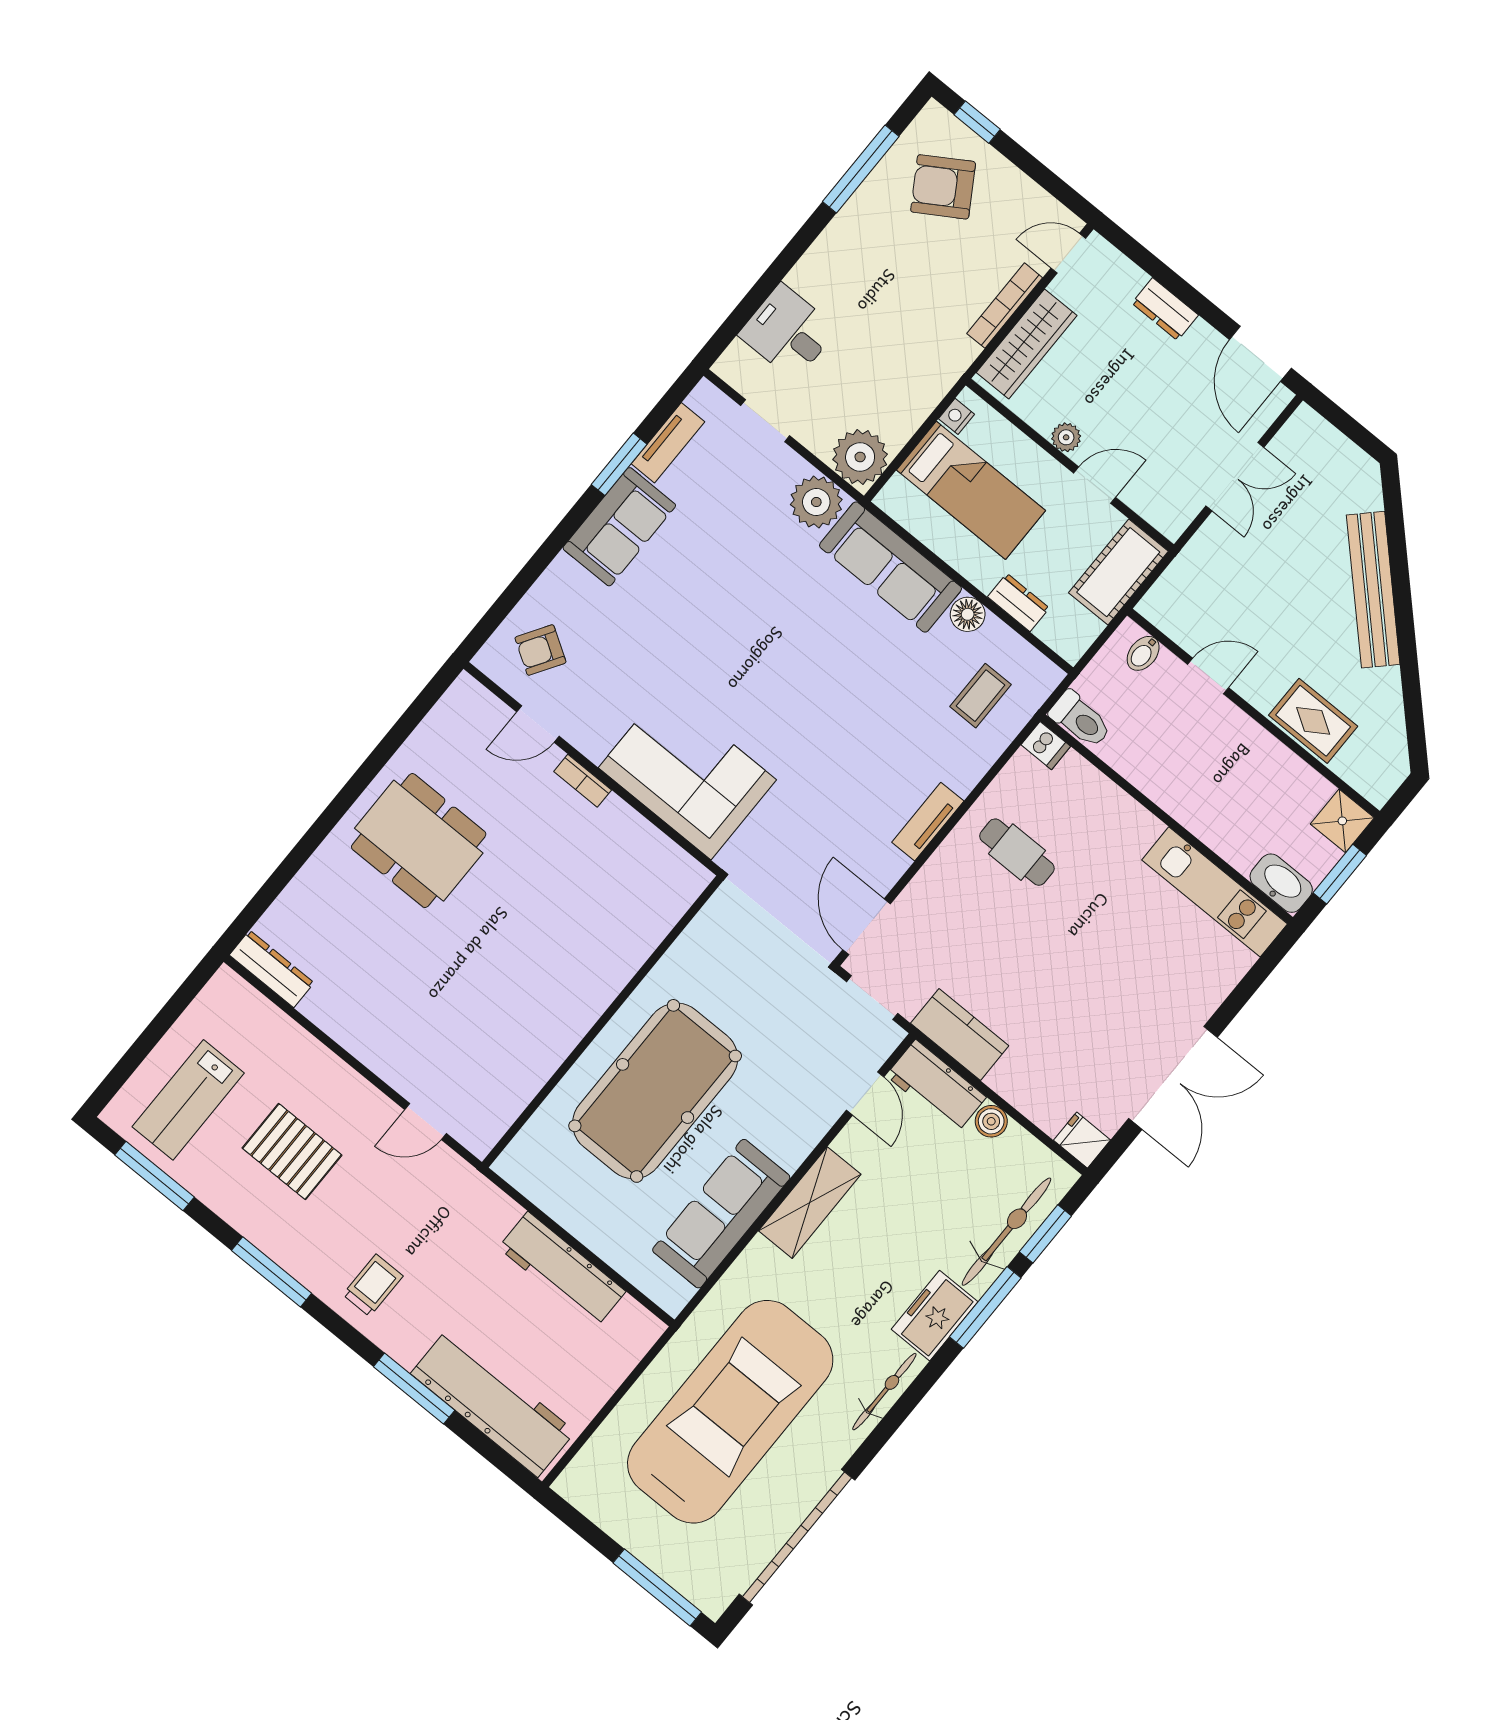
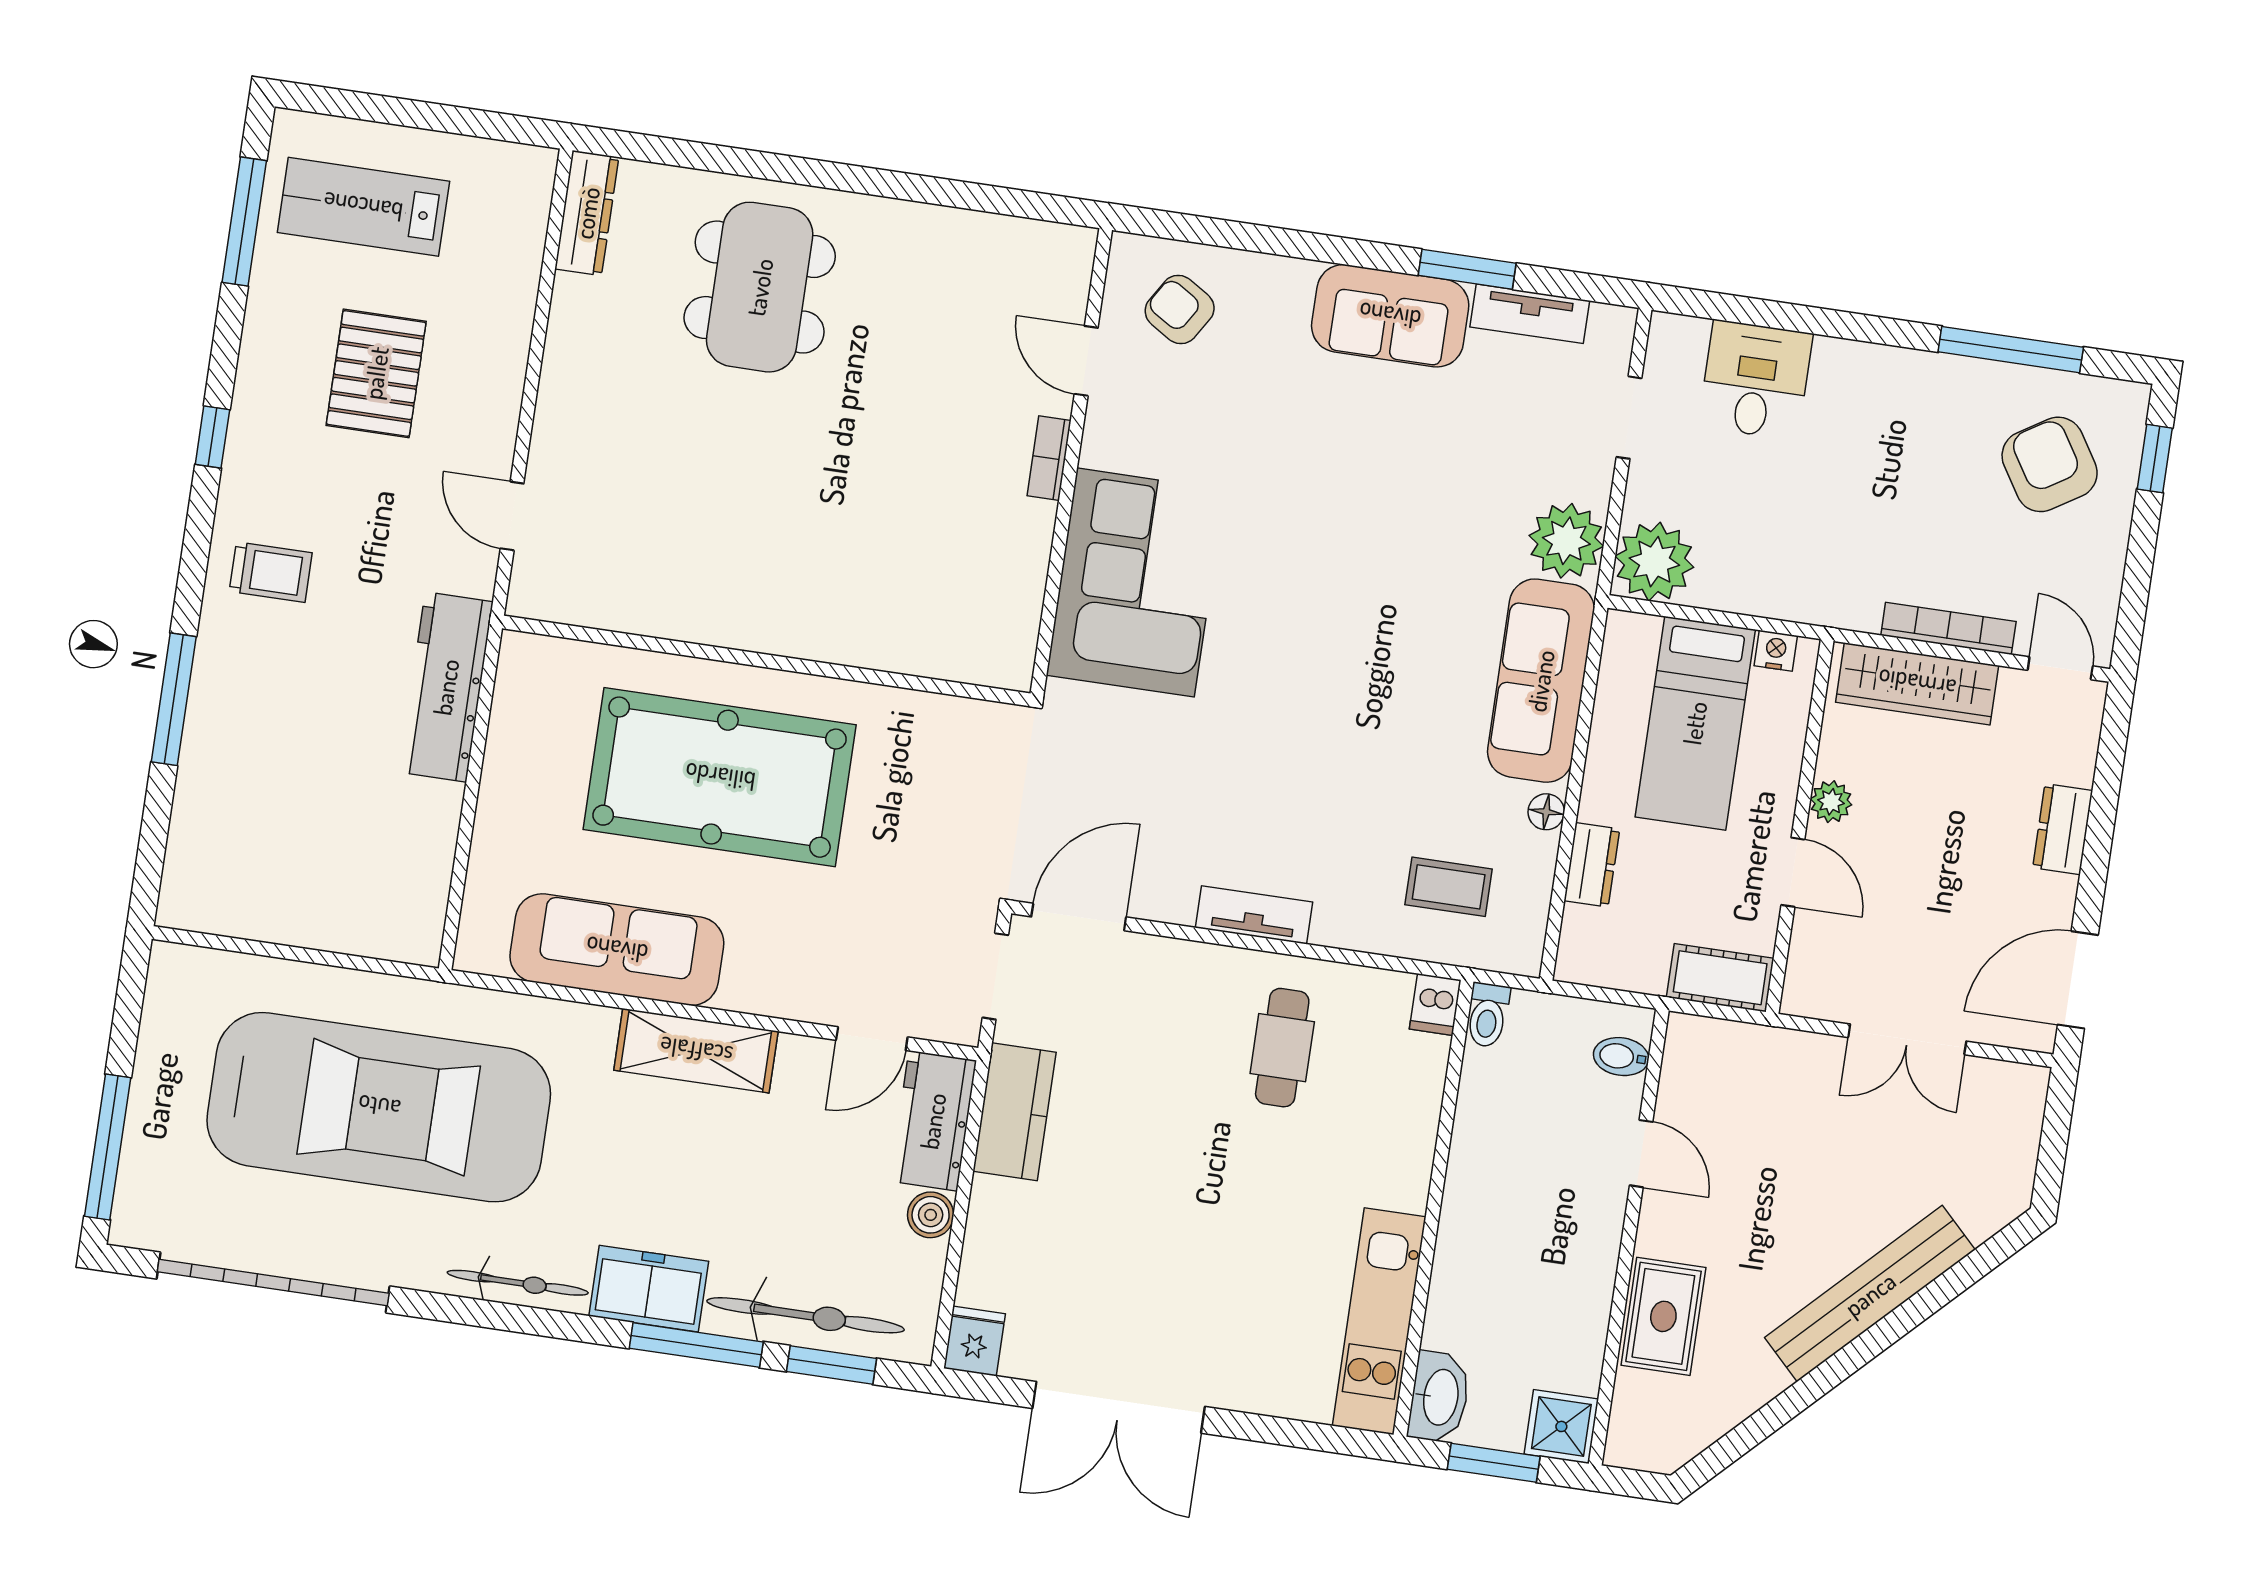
cot: (1118, 572) -> (1720, 978), width x0.73, depth x0.75
floor lamp: (968, 614) -> (1546, 812), width x0.73, depth x0.73
toilet: (1080, 720) -> (1488, 1015), width x0.73, depth x0.72
dining table: (419, 841) -> (760, 287), moved
workbench: (562, 1270) -> (446, 687), moved
window: (272, 1272) -> (212, 437), width x0.46
workbench: (493, 1403) -> (215, 807), removed

